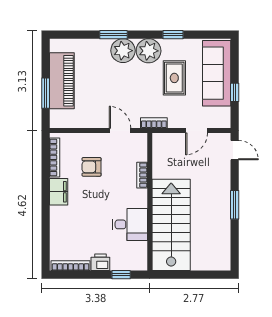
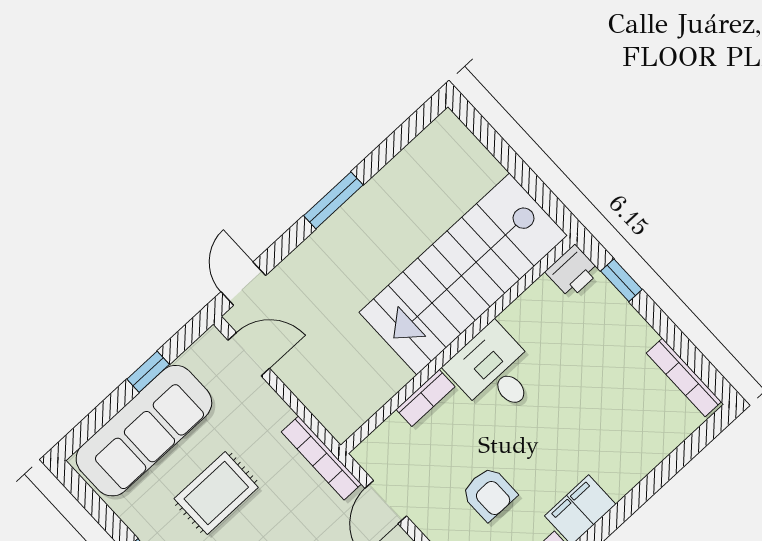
bookcase: (154, 123) -> (321, 458), width x1.56
door: (196, 131) -> (249, 354), moved
desk: (130, 224) -> (494, 371), moved
printer: (100, 262) -> (573, 272), moved, turned -90

